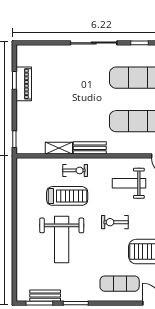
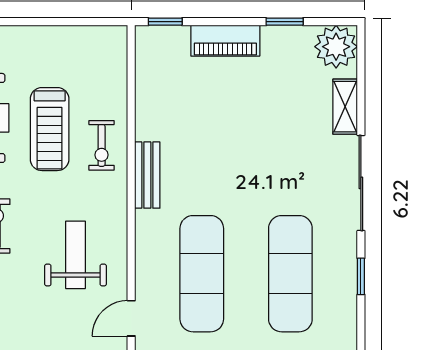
plant: (27, 55) -> (336, 47), added
piano: (24, 84) -> (225, 41), moved
shelving: (59, 148) -> (345, 107), moved

